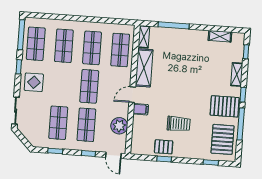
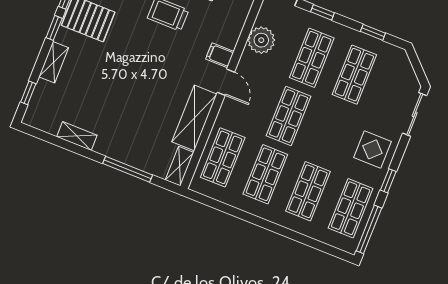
shelving: (220, 36) -> (77, 136), moved
door: (132, 95) -> (226, 82), hinge flipped

